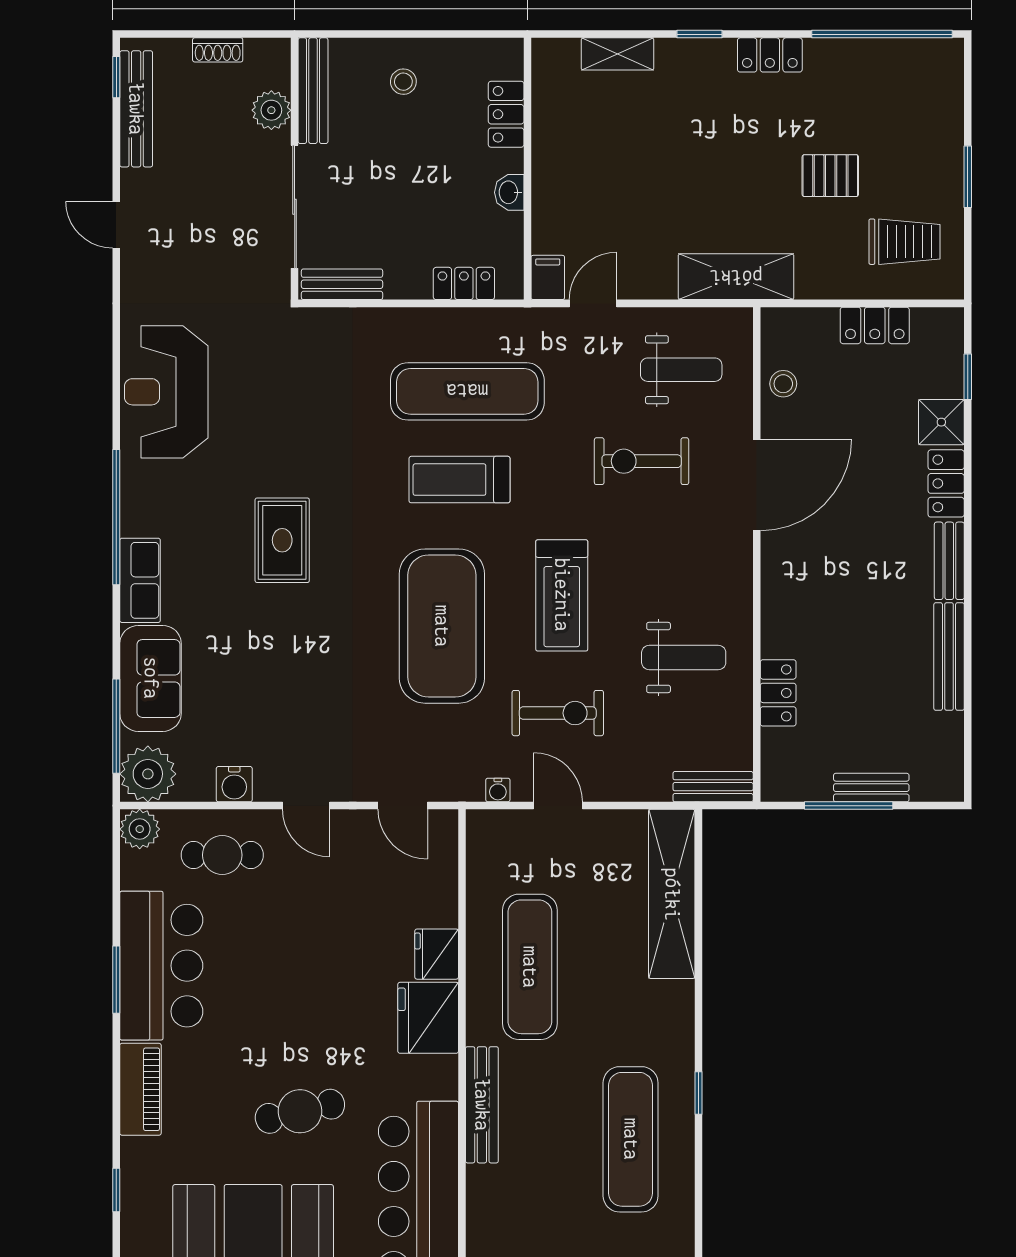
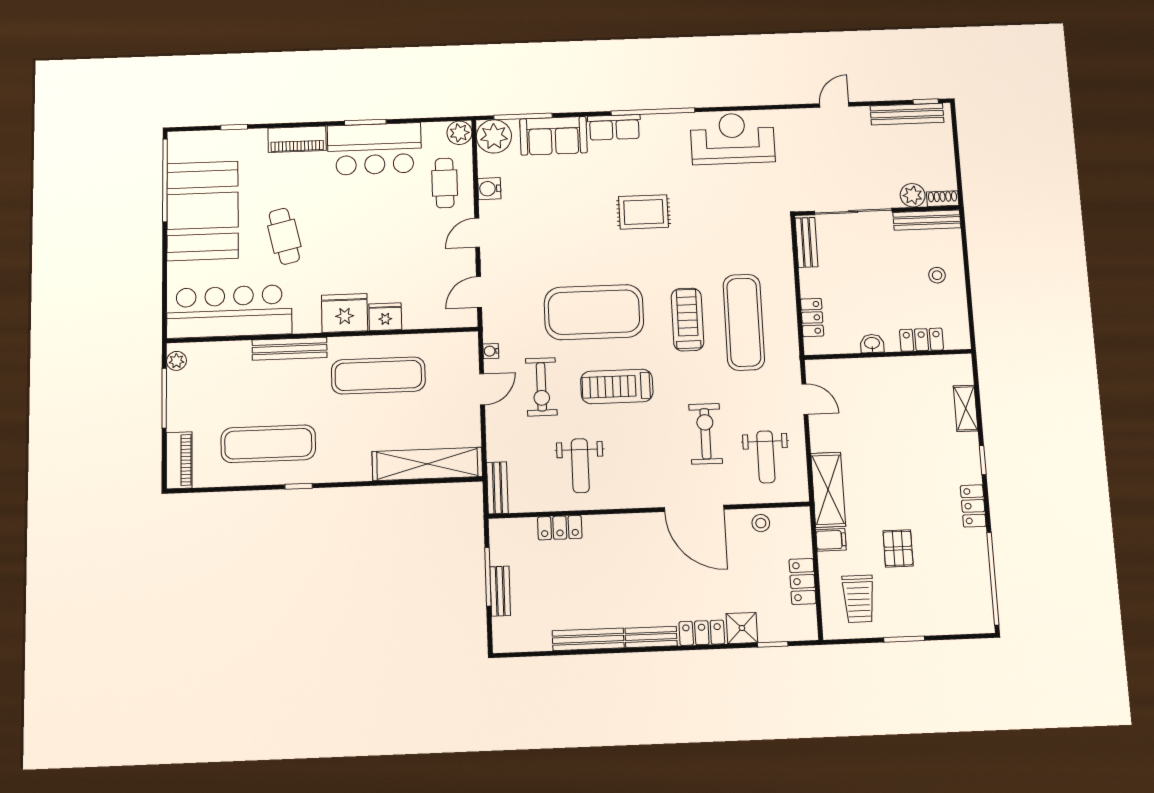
shoe rack: (218, 50) -> (943, 199), moved, turned 90
filing cabinet: (548, 277) -> (831, 540), moved

